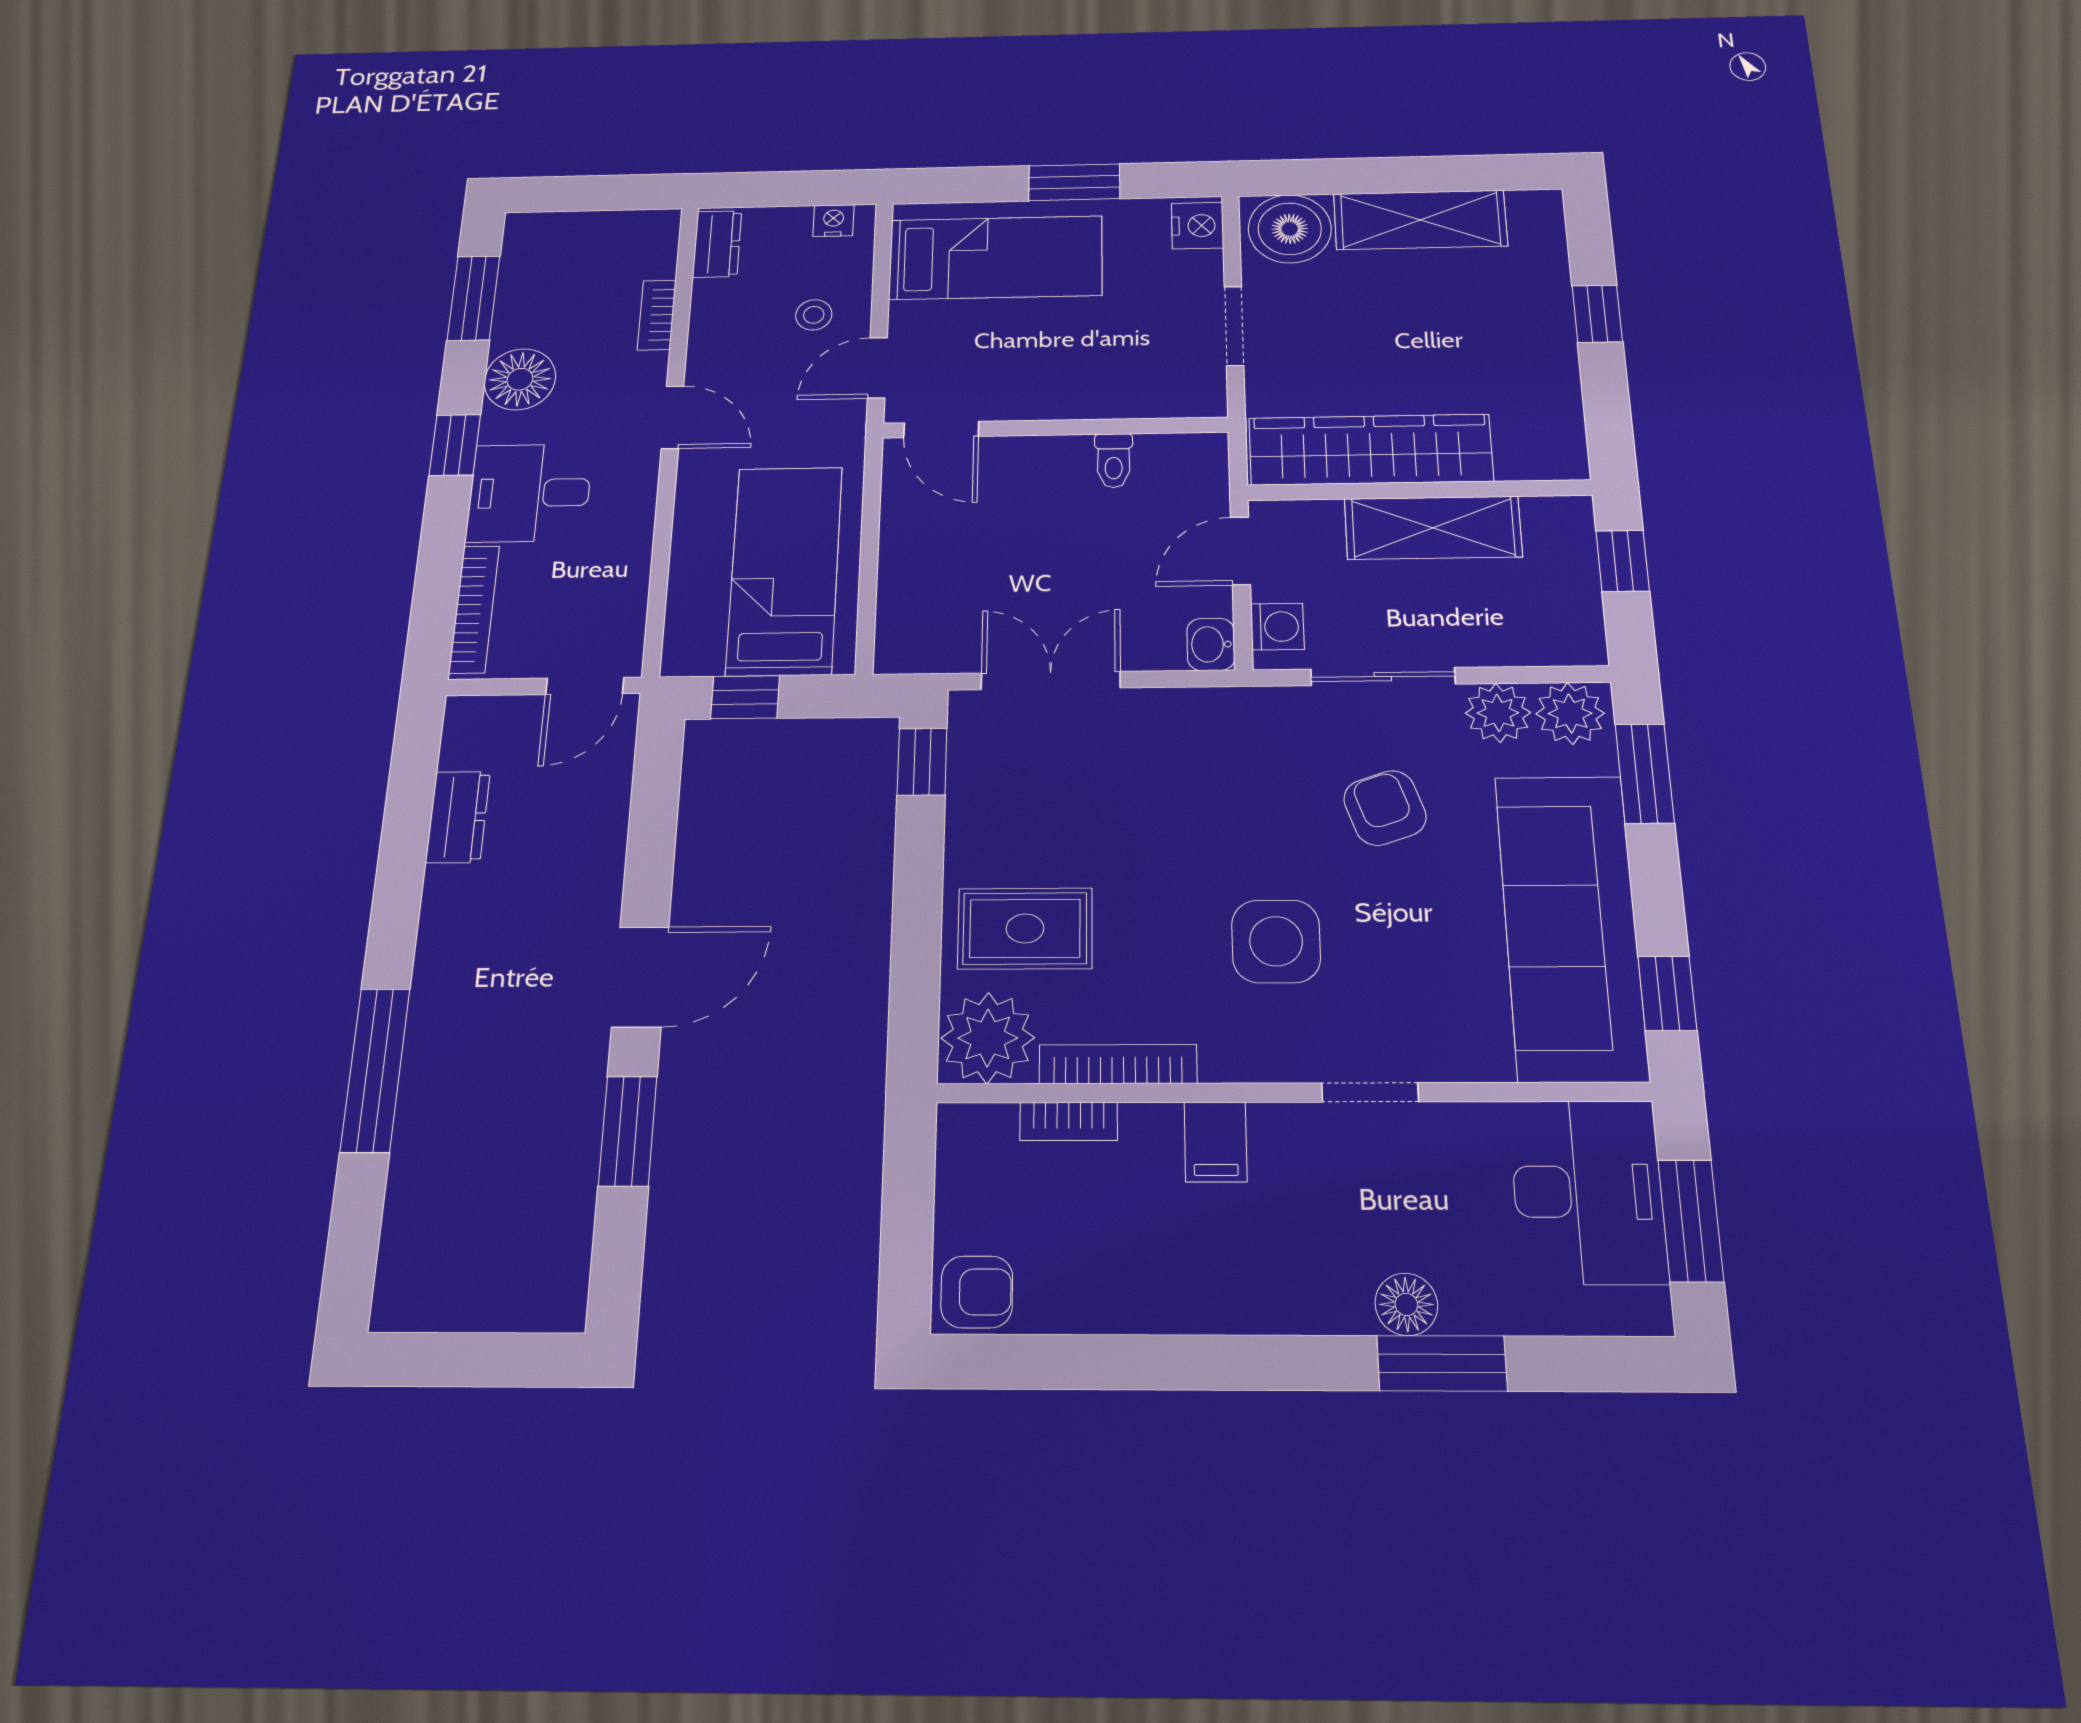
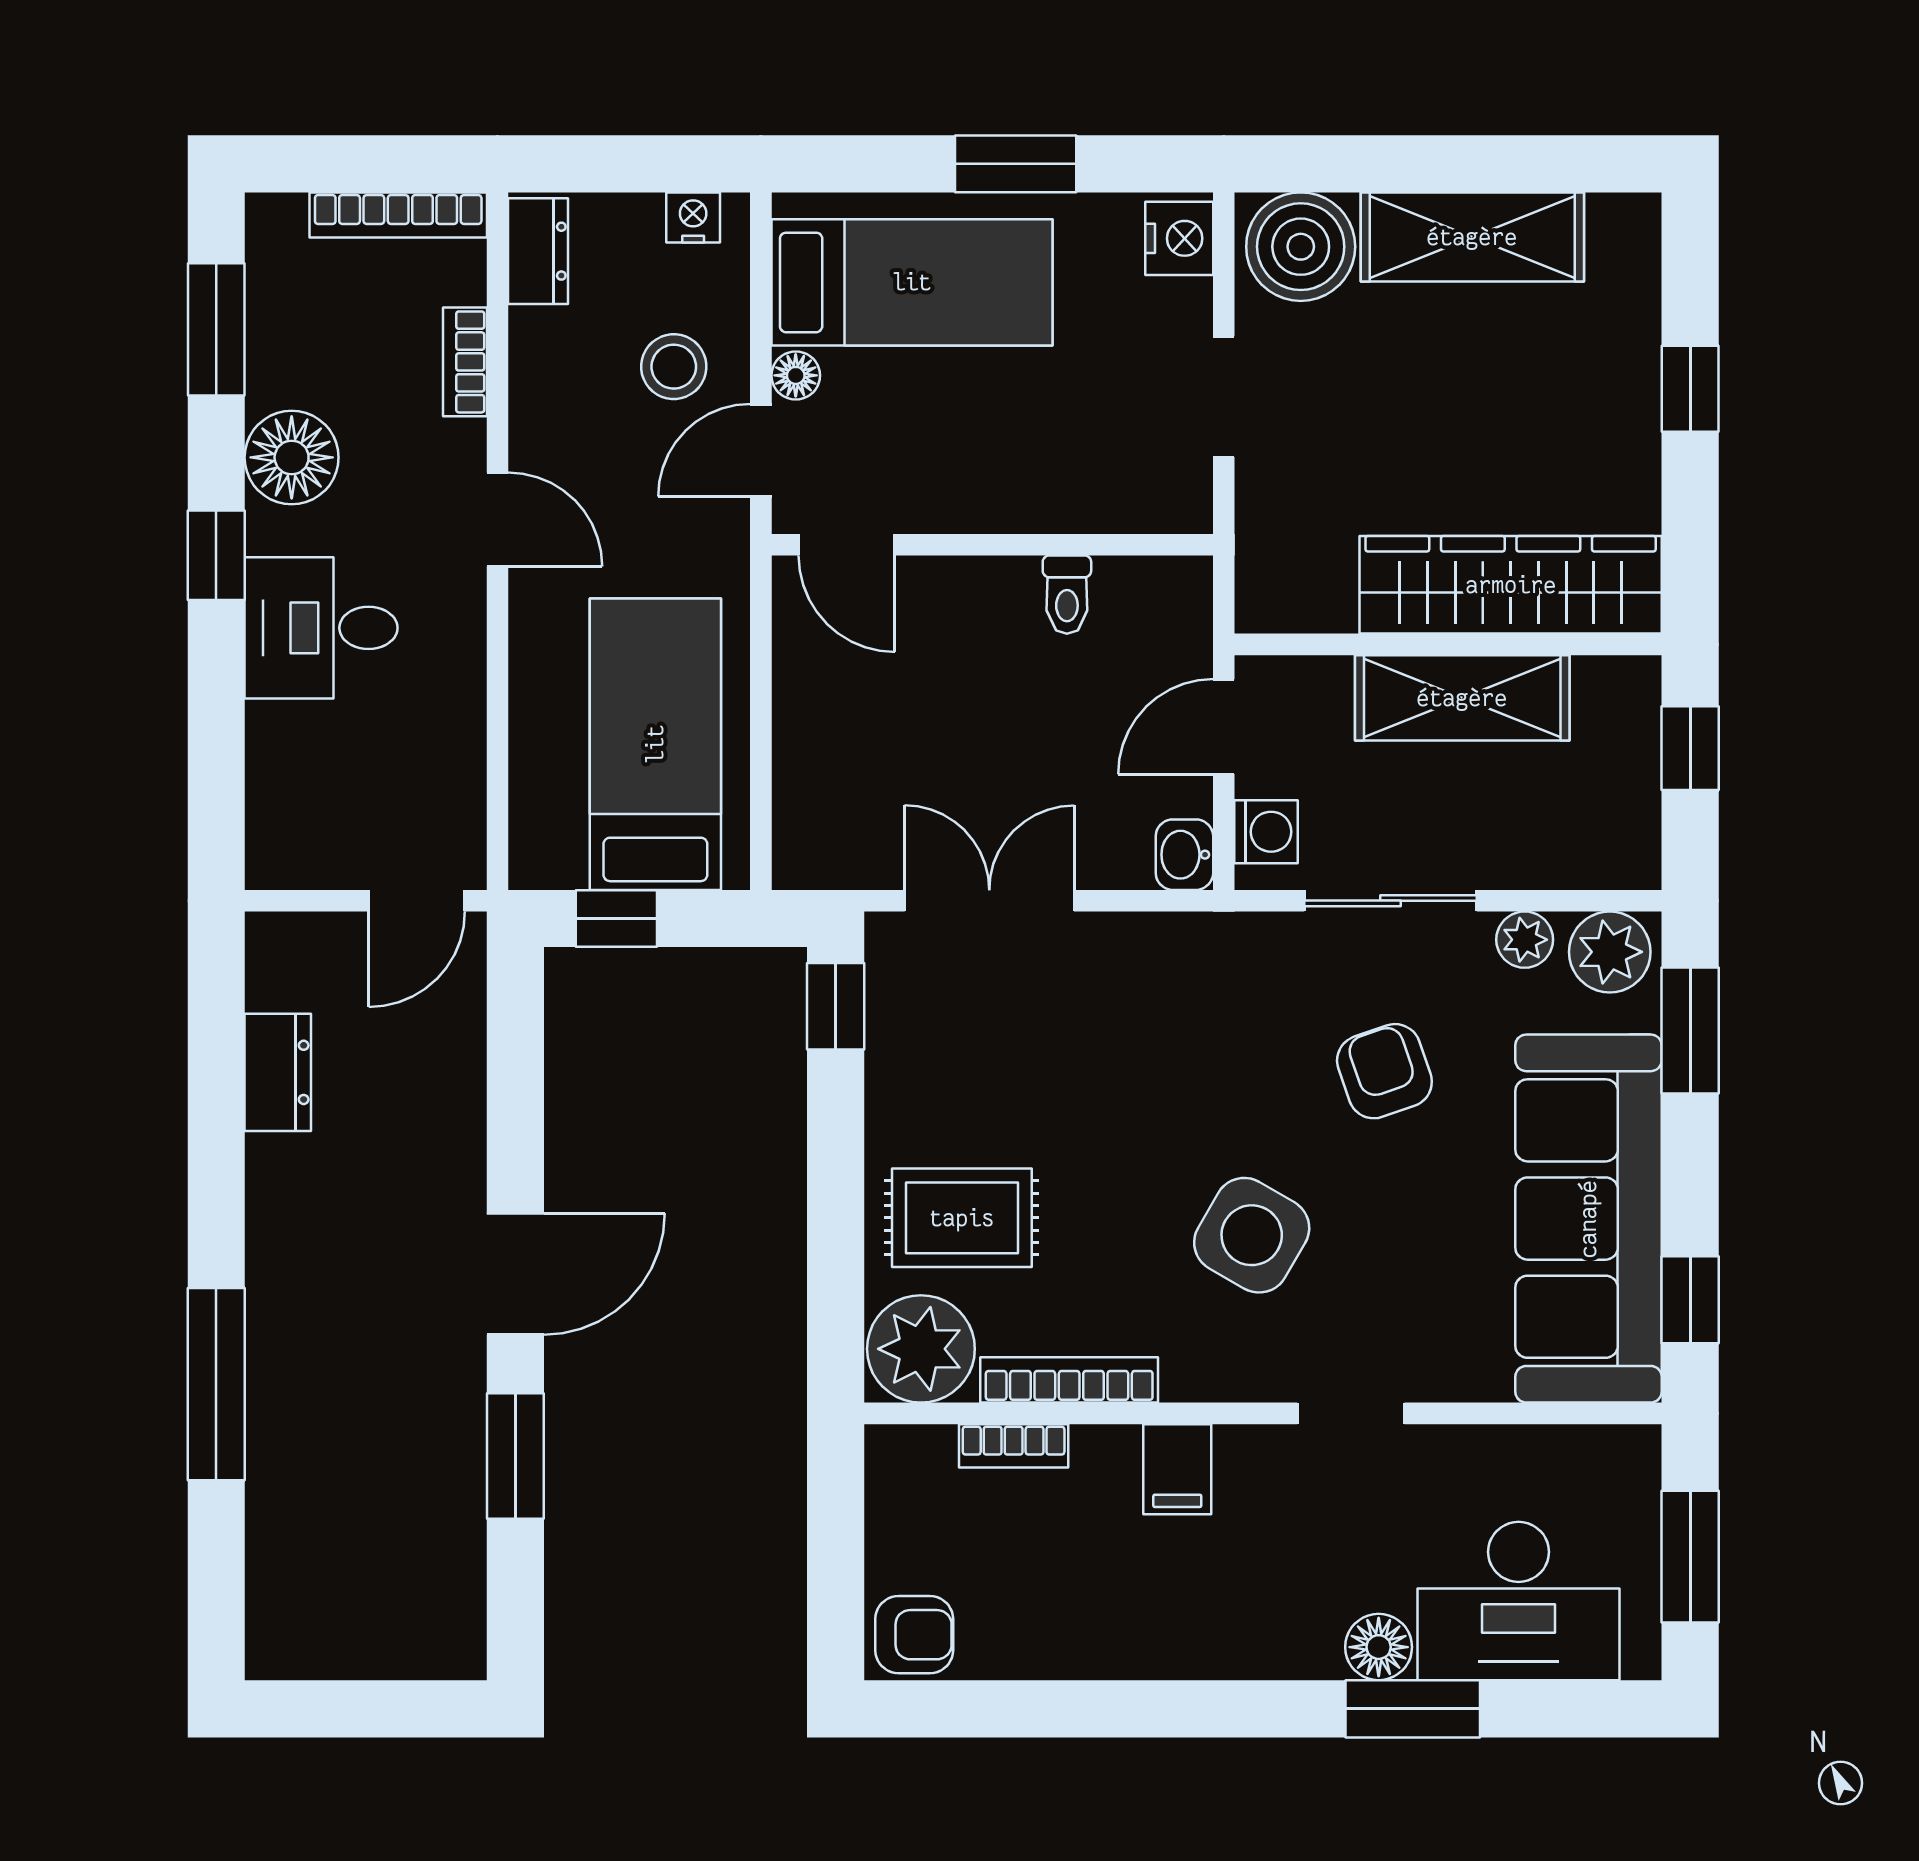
stool: (814, 315) -> (674, 367), width x1.37, depth x1.37
floor lamp: (906, 319) -> (796, 375), added
wardrobe: (1370, 450) -> (1511, 585), moved
bookcase: (474, 609) -> (398, 215), moved, turned 90
plant: (1498, 713) -> (1525, 940), width x0.73, depth x0.73
side table: (1276, 941) -> (1252, 1235), turned 30
desk: (1588, 1192) -> (1519, 1601), moved, turned 90

